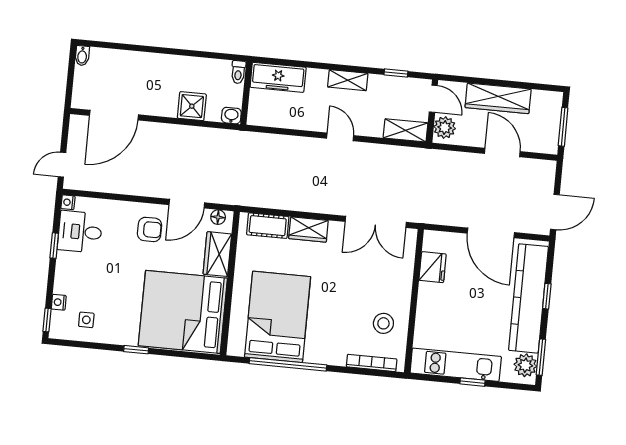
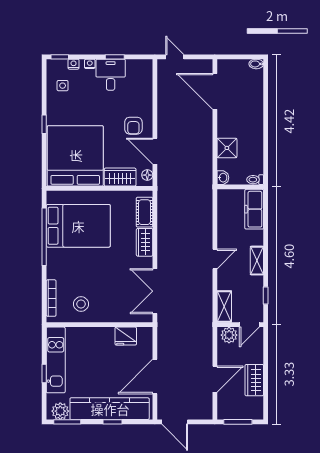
wardrobe: (498, 98) -> (254, 380), width x0.67
nightstand: (68, 202) -> (90, 64), moved
desk: (80, 232) -> (111, 75), moved

